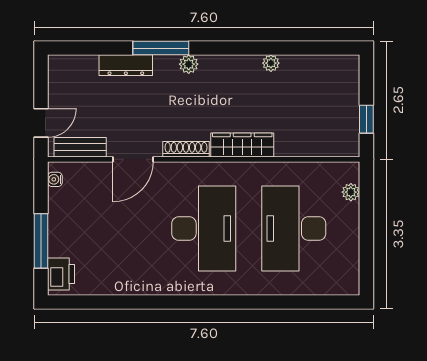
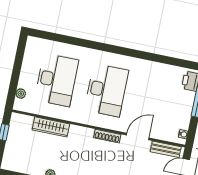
wardrobe: (242, 145) -> (51, 127), moved
desk: (204, 228) -> (106, 90), turned 180

